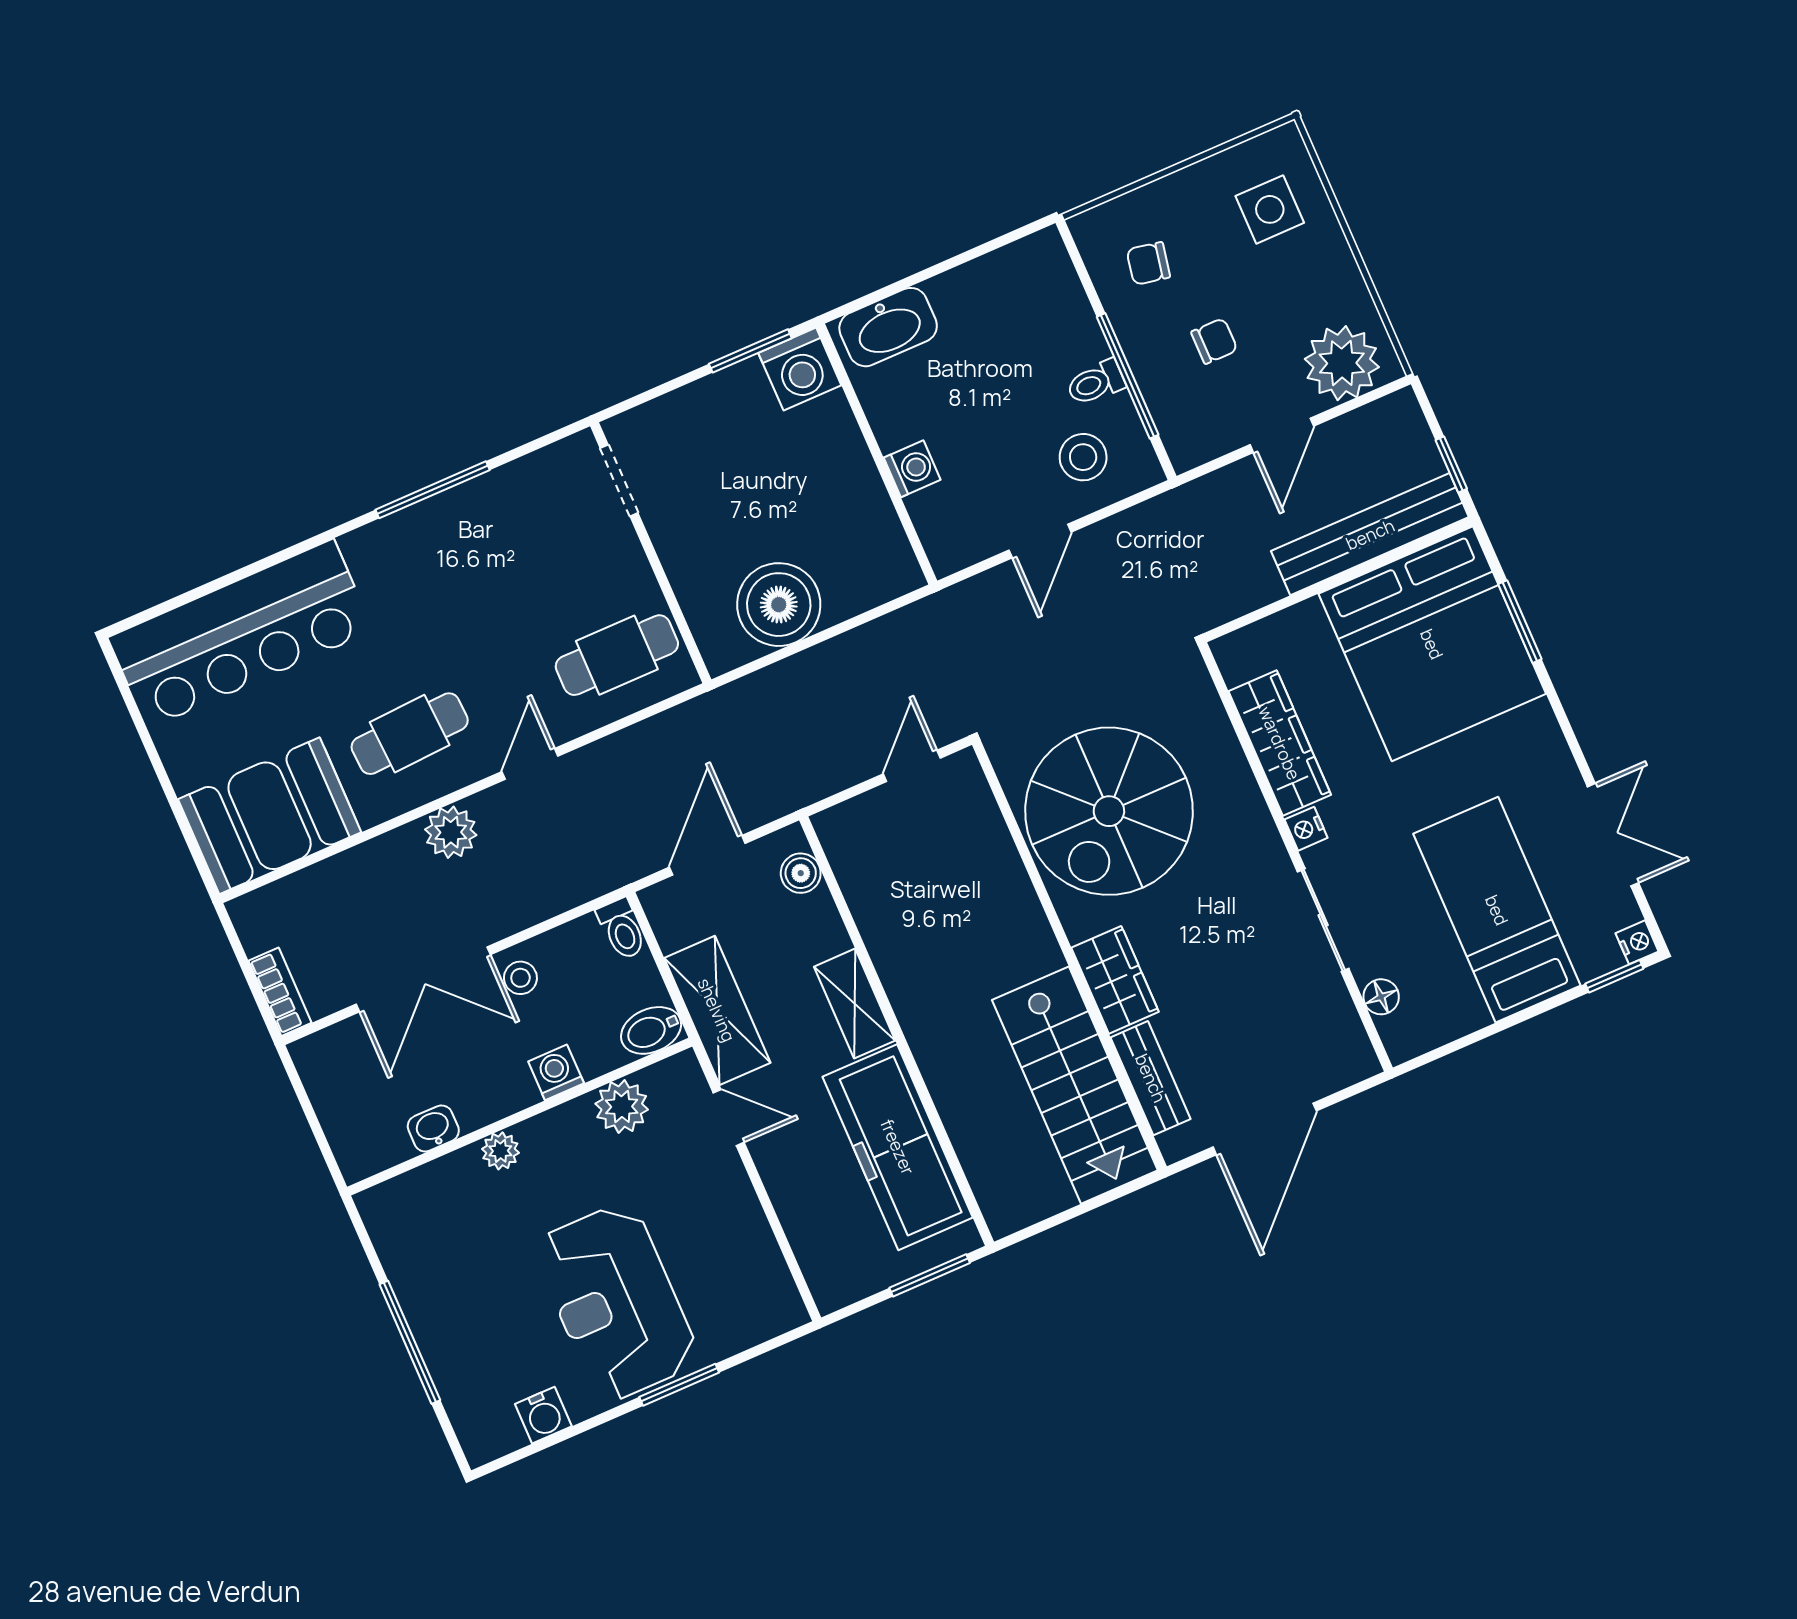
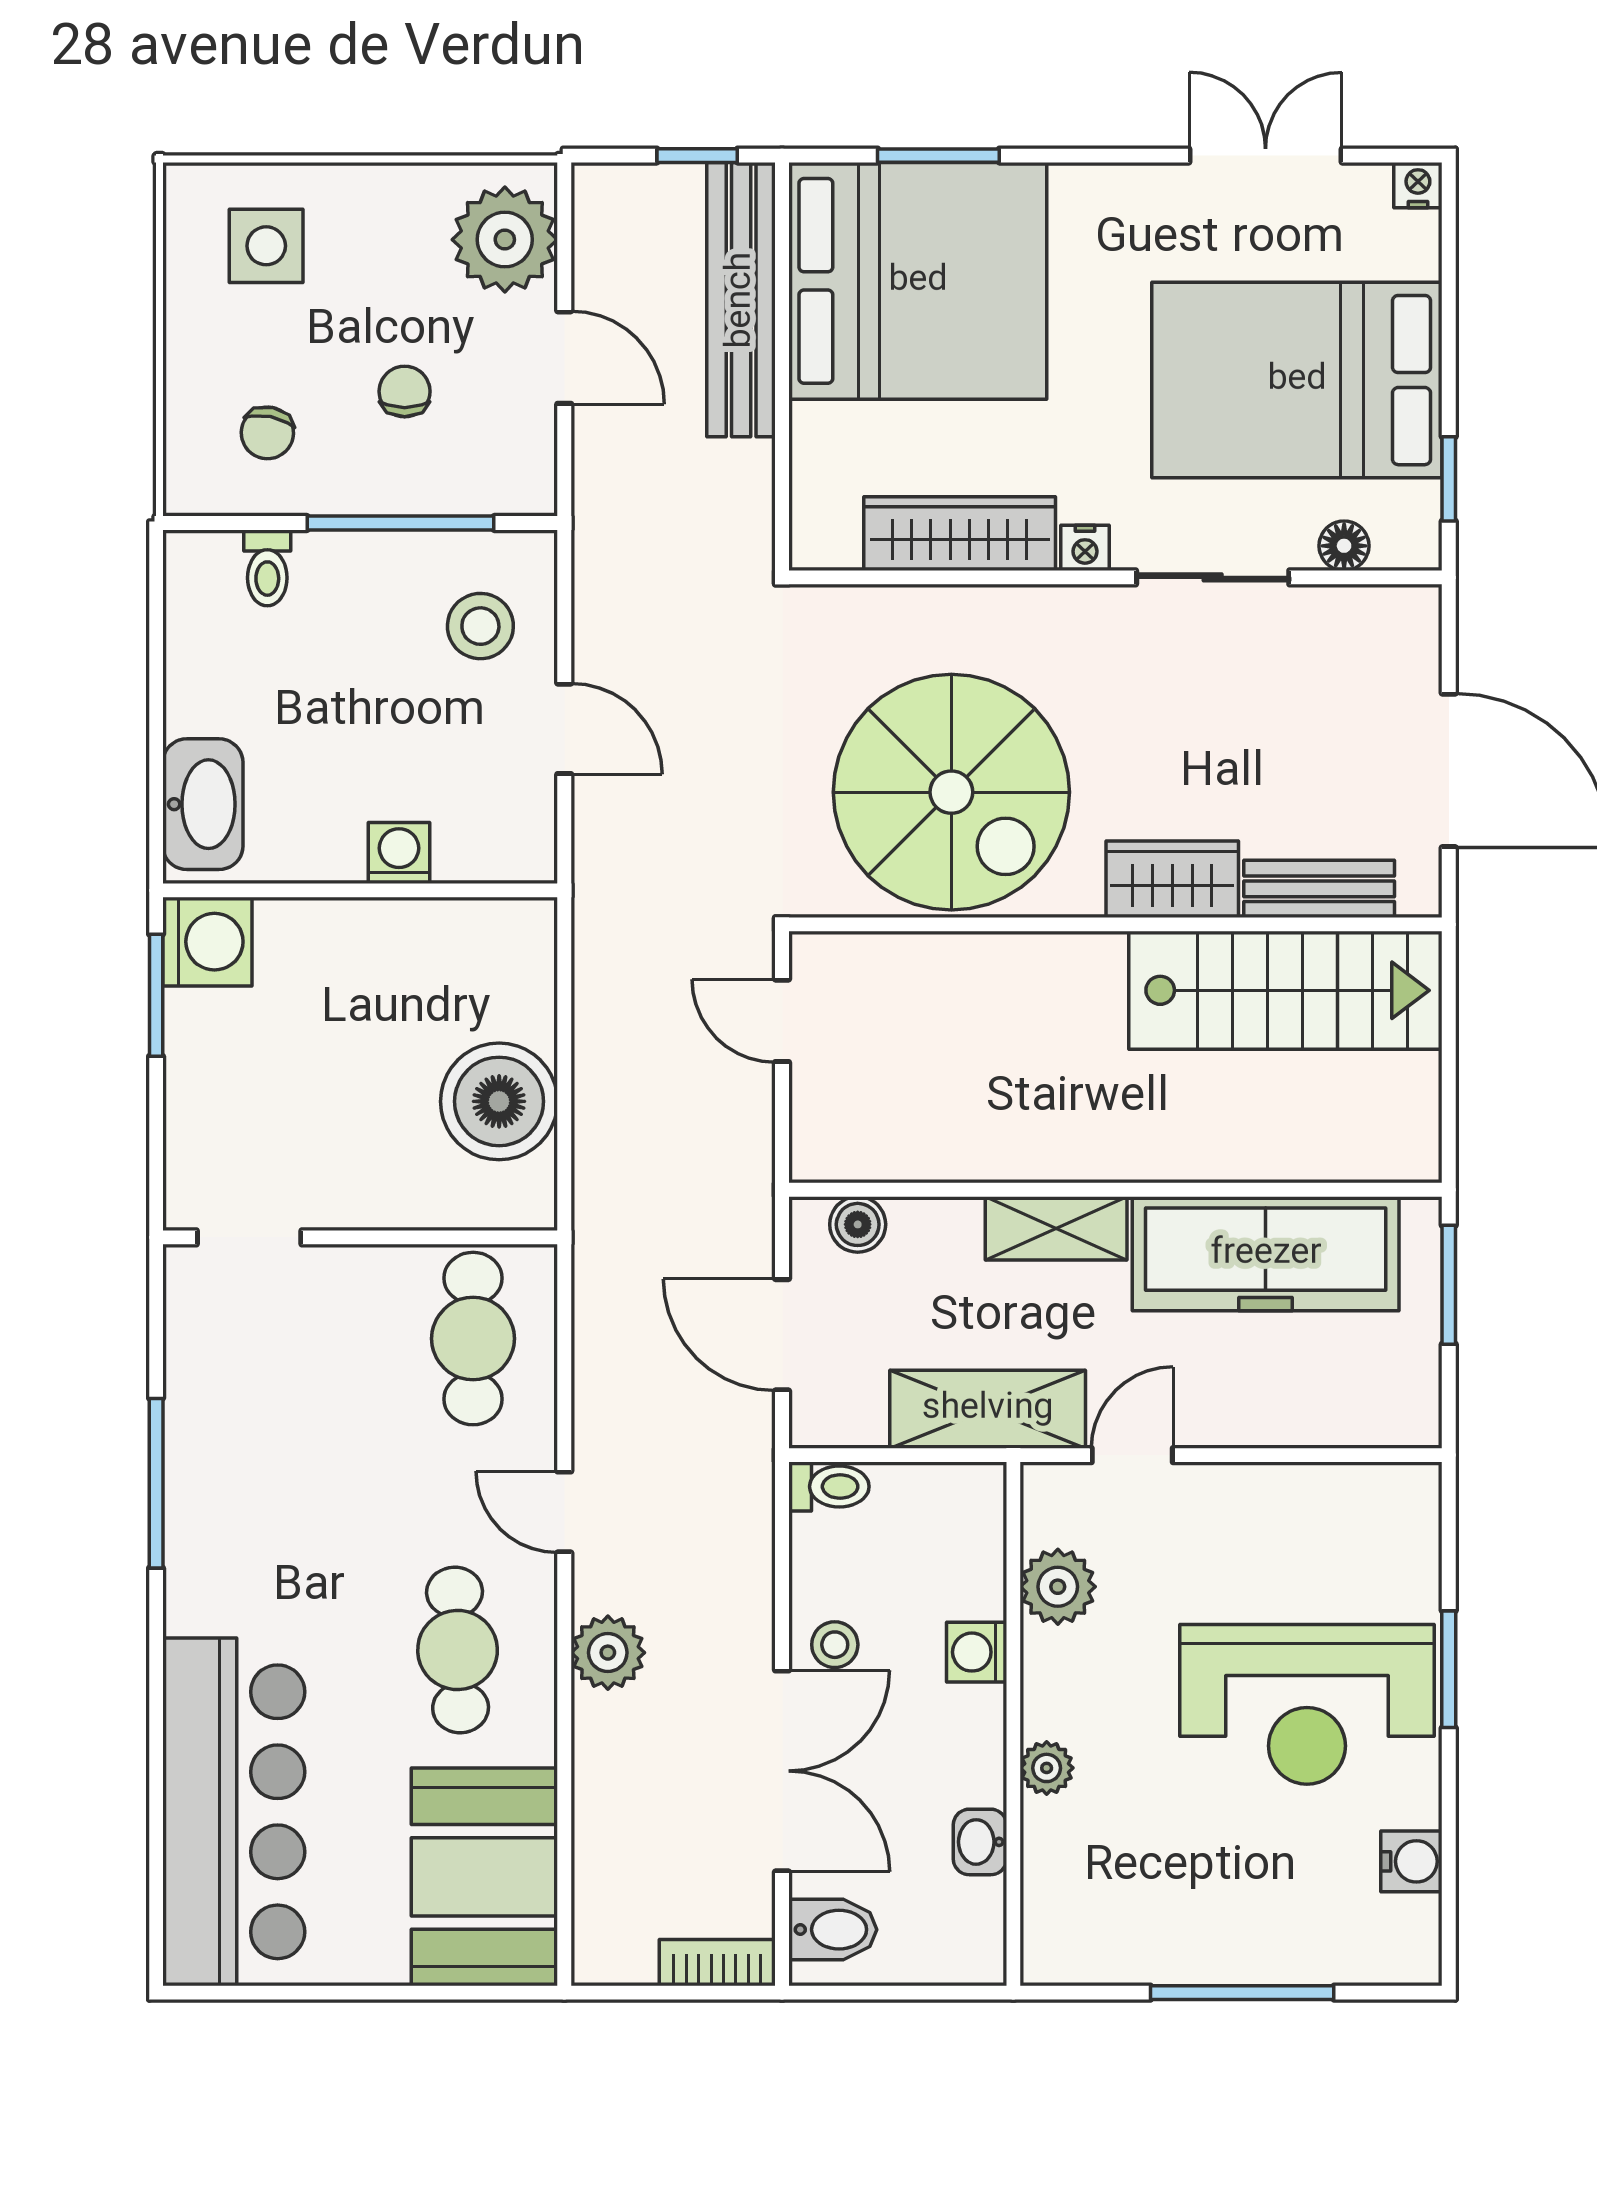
toilet: (1096, 383) -> (267, 568), moved
bed: (1497, 910) -> (1297, 380), width x1.50
window: (1614, 976) -> (1449, 479), moved
bidet: (651, 1030) -> (833, 1930), moved, turned -90

